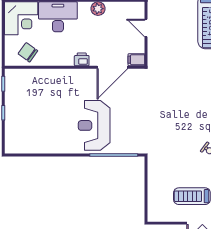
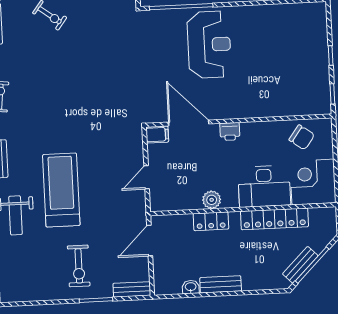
door: (146, 28) -> (147, 177), swing flipped
door: (112, 67) -> (189, 123), hinge flipped

